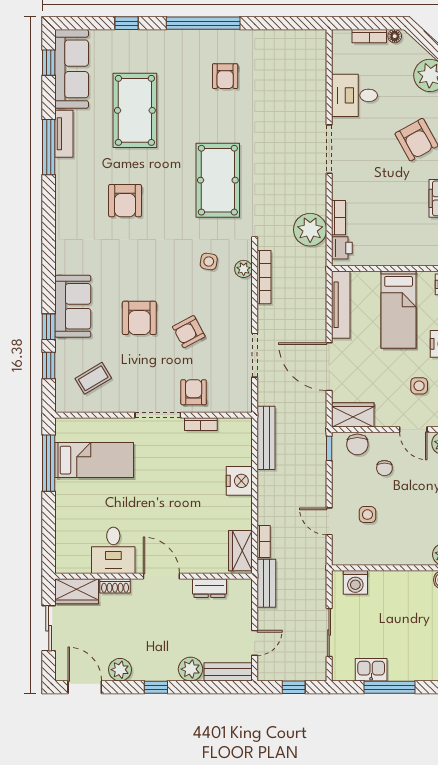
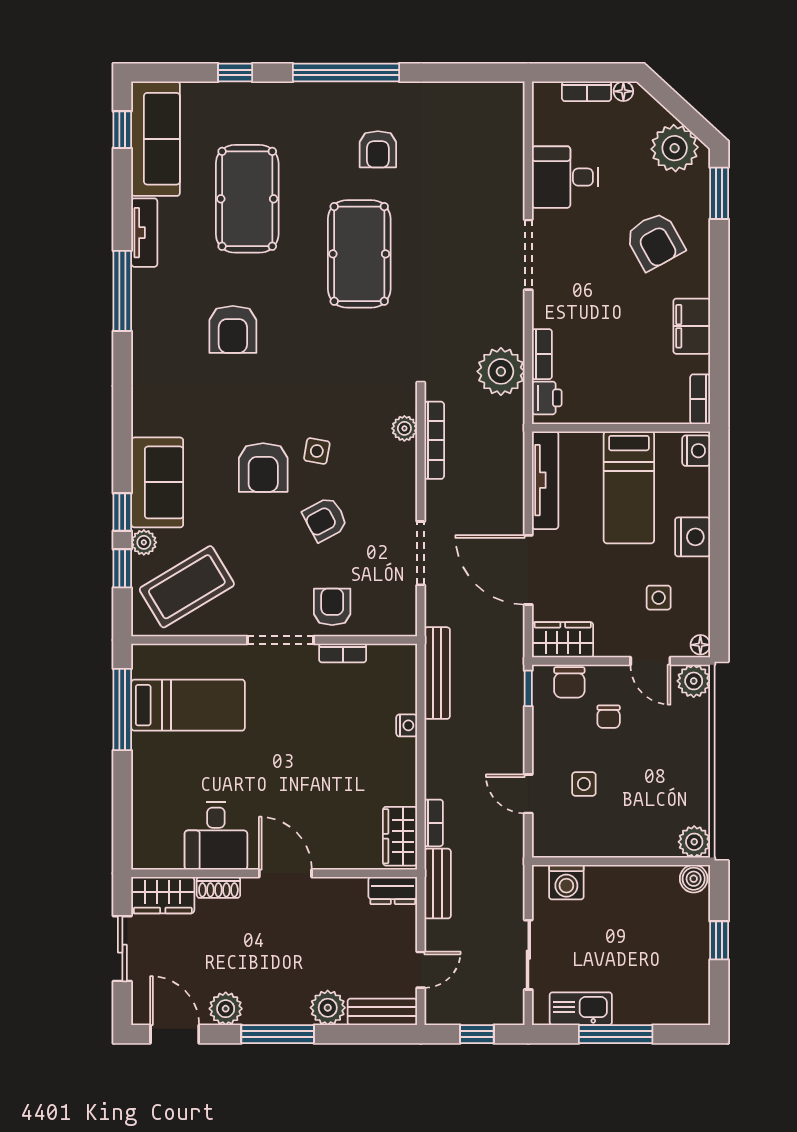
window: (49, 147) -> (122, 291), moved
pool table: (218, 180) -> (359, 254), moved
side table: (209, 262) -> (317, 451), moved
armchair: (139, 318) -> (263, 468), moved
plant: (64, 348) -> (144, 542), added
coffee table: (93, 378) -> (187, 587), width x1.86, depth x1.72
nightstand: (239, 481) -> (407, 725), width x0.53, depth x0.56
dresser: (209, 588) -> (393, 890), moved
kitchen sink: (371, 670) -> (581, 1009), width x1.38
window: (156, 687) -> (278, 1034), width x2.17

